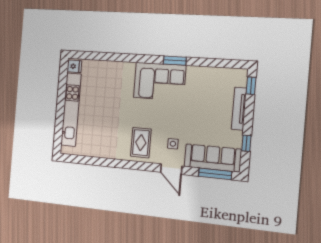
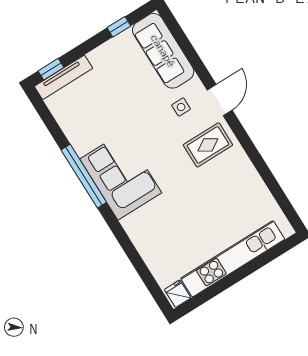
window: (175, 61) -> (84, 176), width x2.11
tv unit: (239, 109) -> (64, 77), moved
door: (171, 169) -> (220, 100), moved
window: (215, 174) -> (179, 35), removed

